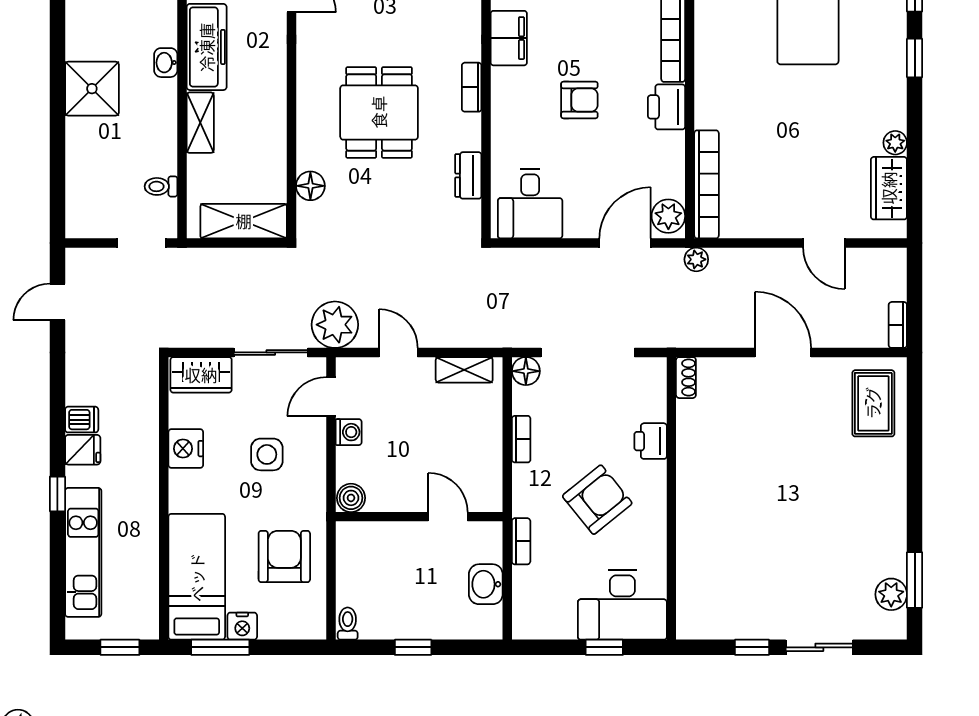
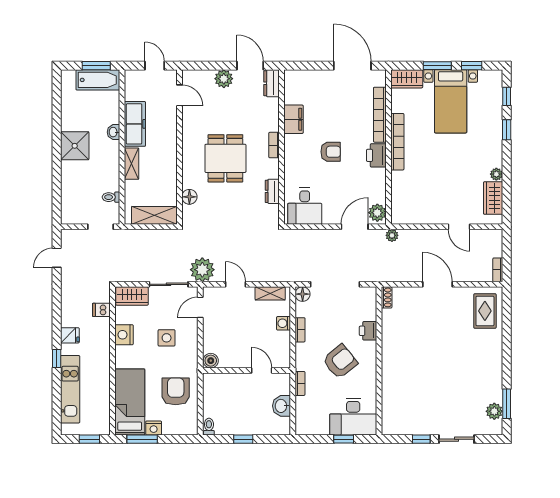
bookcase: (706, 184) -> (397, 142), moved
dishwasher: (82, 420) -> (101, 310), moved, turned 180
washing machine: (349, 432) -> (284, 323), moved, turned 180

